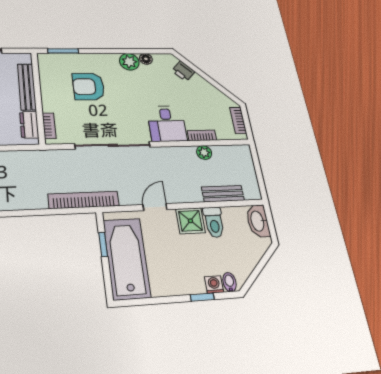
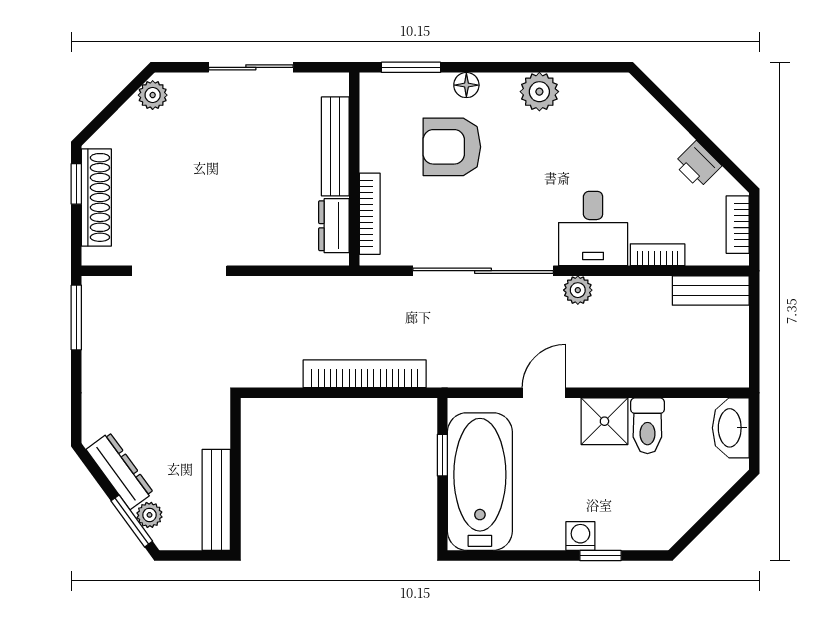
floor lamp: (146, 59) -> (466, 85), moved
printer: (183, 71) -> (698, 165), moved
bookcase: (49, 126) -> (370, 214), width x1.56
plant: (204, 153) -> (578, 290), moved
bench: (223, 194) -> (711, 290), moved
bookcase: (84, 200) -> (365, 374), moved
bidet: (229, 282) -> (654, 534), removed
washing machine: (214, 285) -> (580, 536), moved

